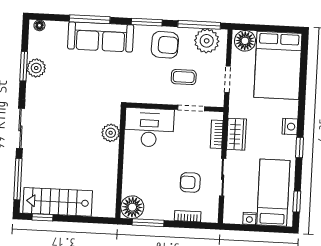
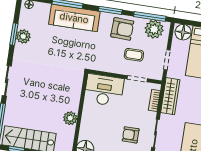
plant: (111, 133) -> (70, 118), moved
wardrobe: (236, 134) -> (170, 96), width x1.50

